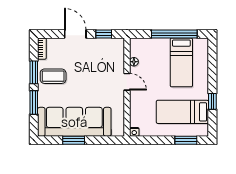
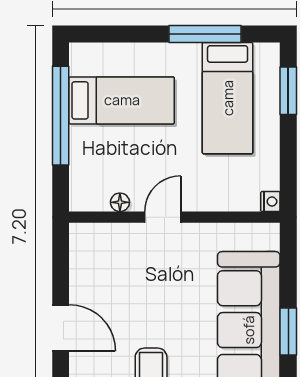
door: (75, 34) -> (61, 328), swing flipped
window: (104, 34) -> (61, 267), removed
window: (212, 101) -> (205, 34), width x2.17

